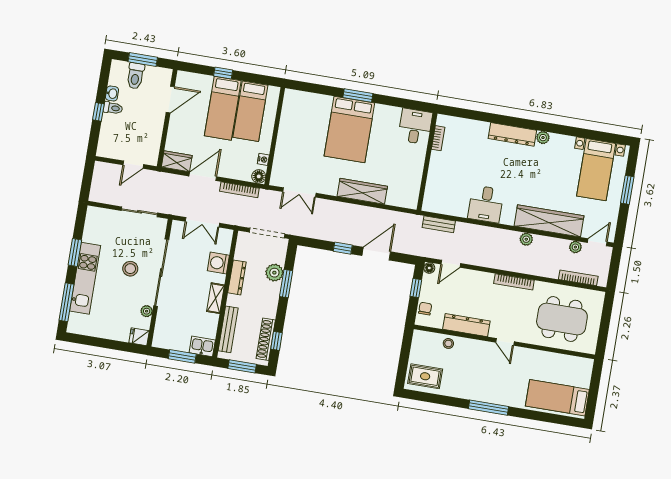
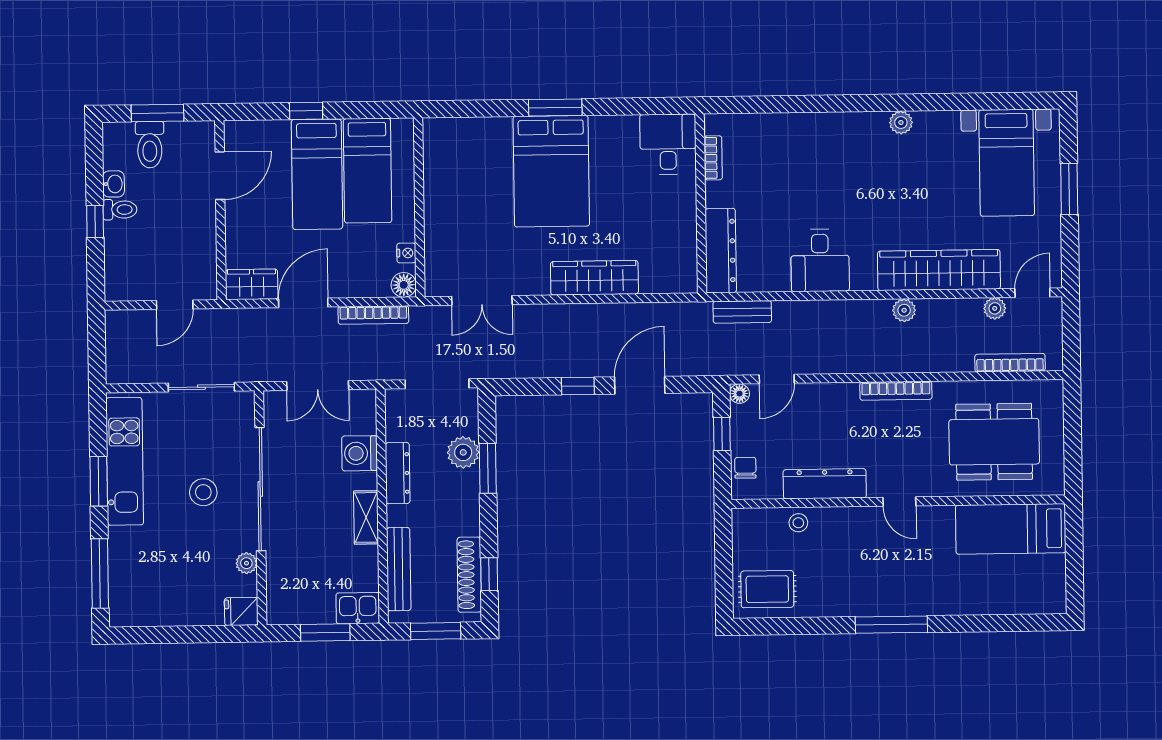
dresser: (512, 134) -> (721, 251), moved, turned -90
kitchen unit: (85, 278) -> (125, 461), moved
bed: (557, 398) -> (1011, 529), moved

